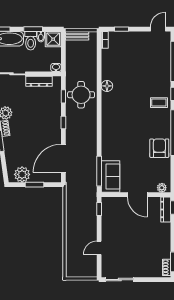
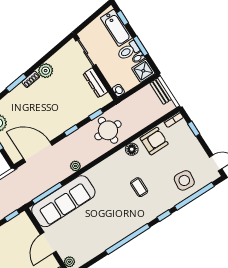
side table: (156, 61) -> (184, 180), added
coffee table: (159, 103) -> (139, 187), moved
plant: (92, 137) -> (75, 166), added
armchair: (159, 148) -> (154, 141), moved
sofa: (111, 176) -> (63, 201), width x1.85, depth x1.27

